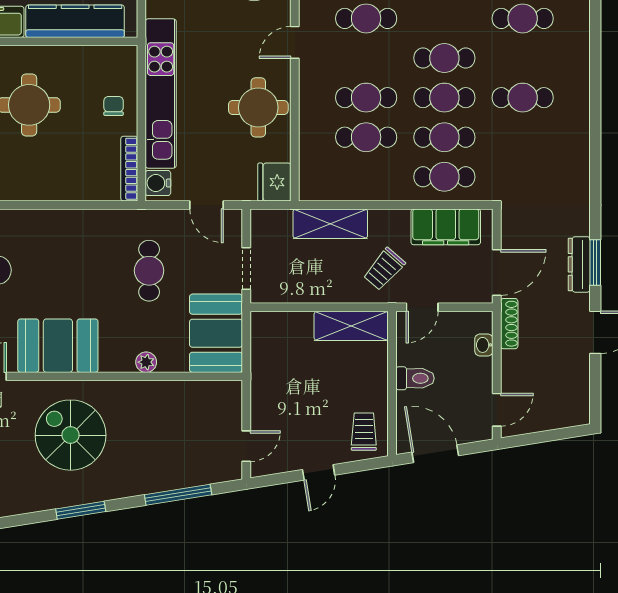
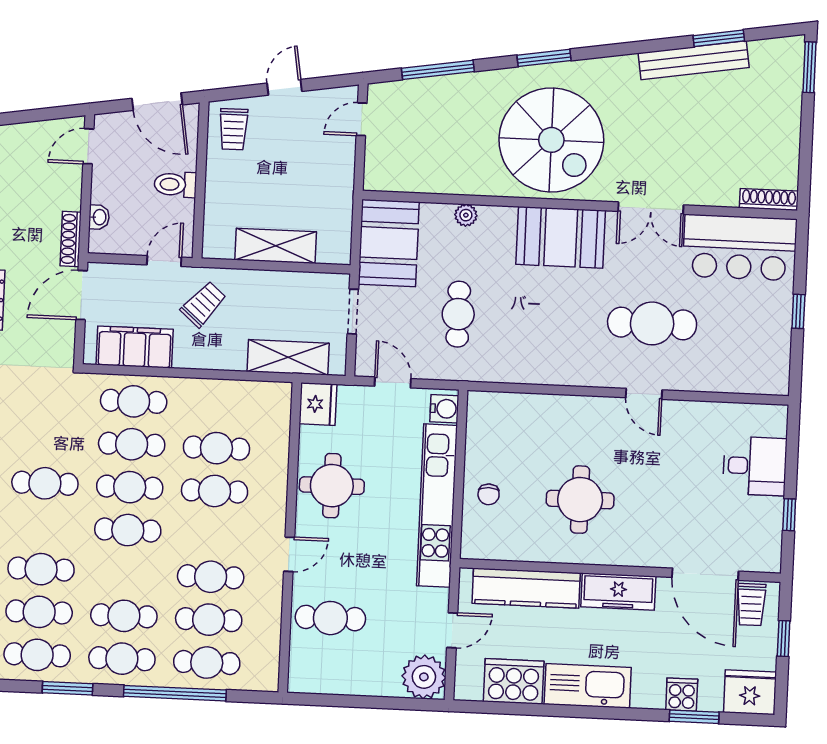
bookcase: (129, 169) -> (475, 426), removed
shelving: (330, 224) -> (288, 357), moved
shelving: (351, 326) -> (276, 246), moved
spiral stairs: (71, 435) -> (551, 140), width x1.37, depth x1.37

